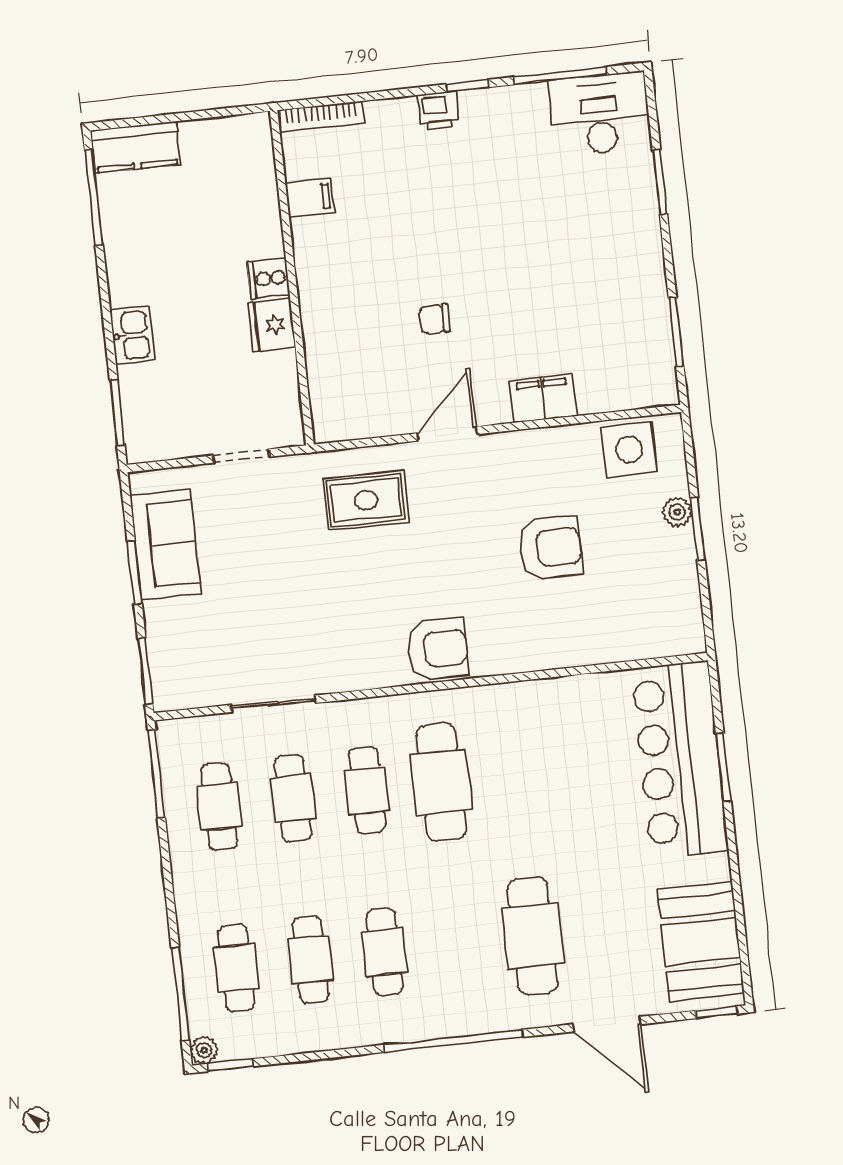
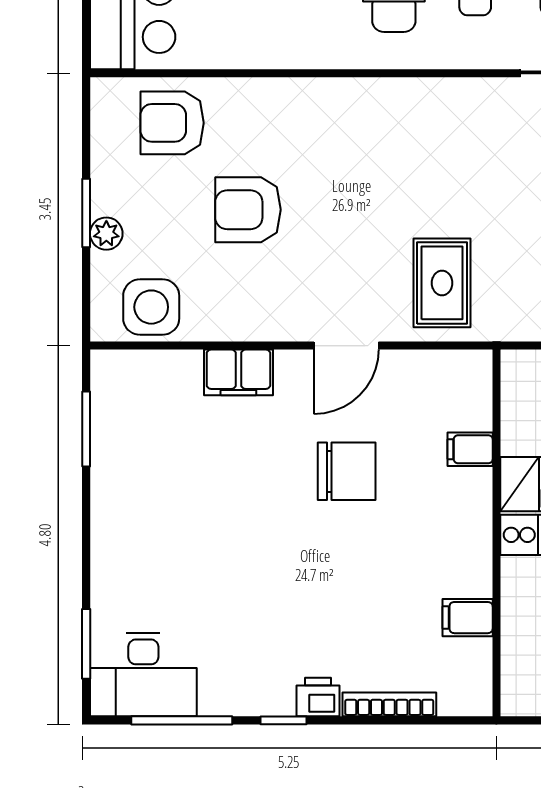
bookcase: (321, 116) -> (389, 704), moved
window: (660, 182) -> (86, 644), moved
chair: (435, 319) -> (347, 471), width x1.87, depth x1.87
filing cabinet: (324, 351) -> (470, 449), added
rug: (366, 500) -> (442, 283), turned 90
armchair: (437, 649) -> (172, 123), moved

